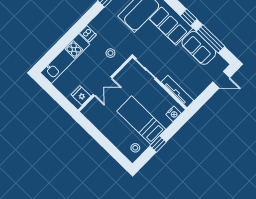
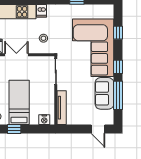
double door: (103, 86) -> (16, 55), swing flipped

